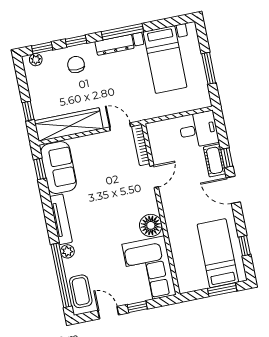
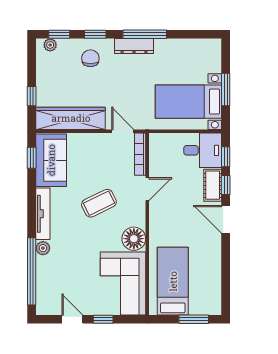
bed with nightstands: (165, 59) -> (188, 102), moved, turned 90
window: (244, 246) -> (226, 157), moved
bed: (218, 253) -> (173, 281), moved
coffee table: (81, 291) -> (99, 203), moved, turned 64

